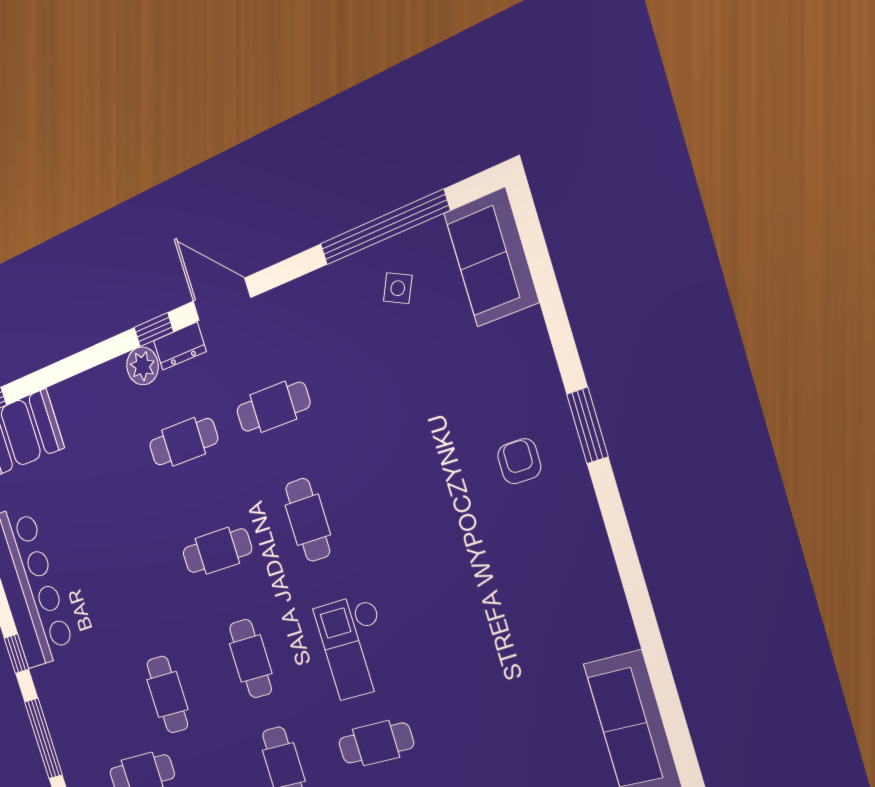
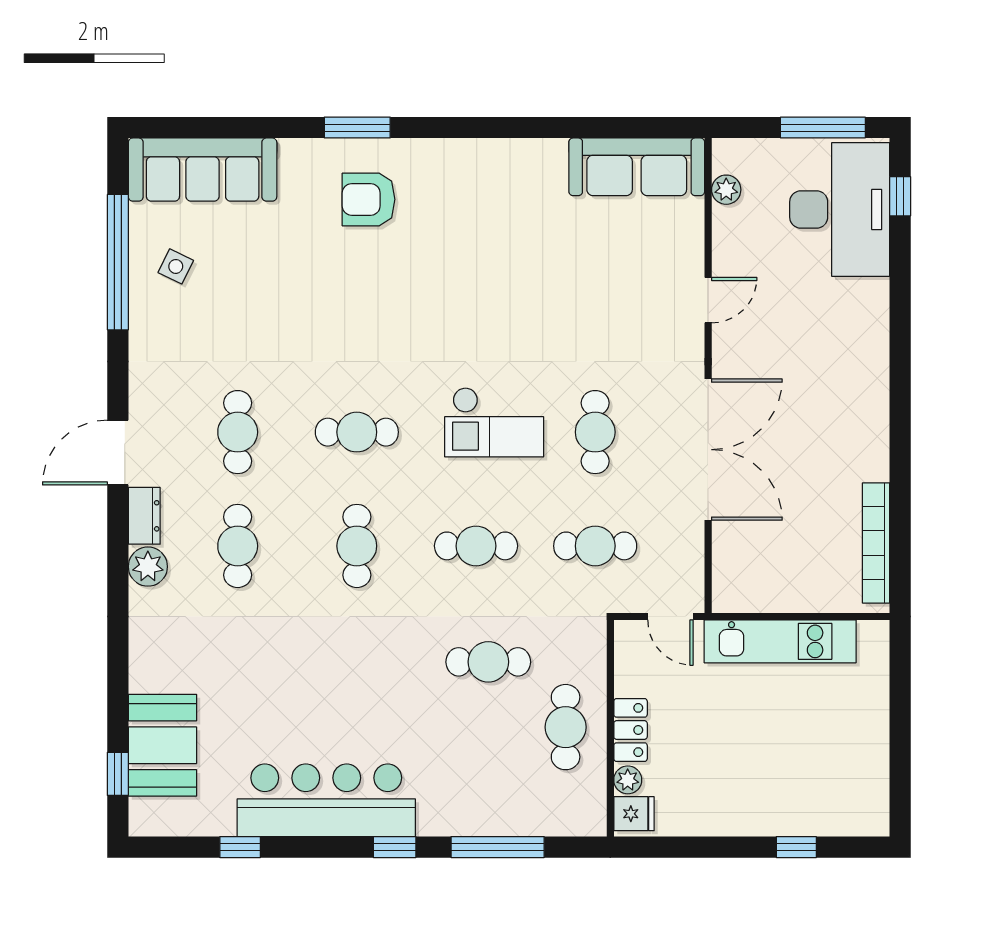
sofa: (491, 258) -> (203, 170), width x1.36
window: (154, 330) -> (118, 540), removed
armchair: (519, 461) -> (369, 199), width x1.38, depth x1.38

